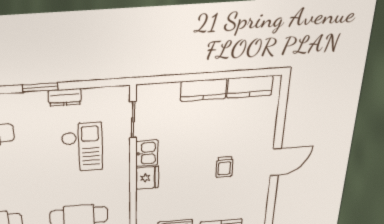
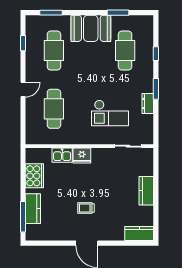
kitchen counter: (250, 87) -> (139, 233), moved, turned 90
kitchen sink: (147, 153) -> (62, 155), moved

